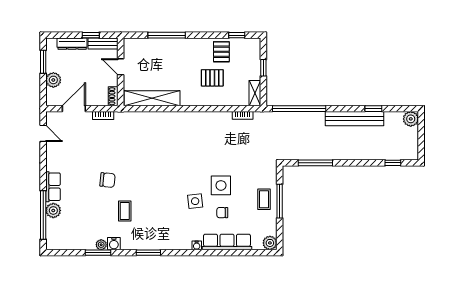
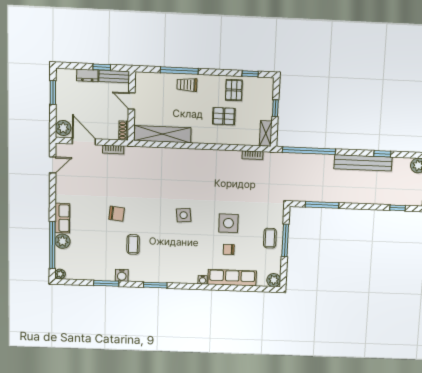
dresser: (72, 44) -> (87, 75), width x0.70
trolley: (175, 49) -> (187, 85), added
plant: (53, 80) -> (63, 128), moved
door: (74, 109) -> (84, 141), hinge flipped
door: (43, 133) -> (53, 165), hinge flipped
side table: (195, 201) -> (184, 215), moved
plant: (101, 245) -> (60, 274), moved

